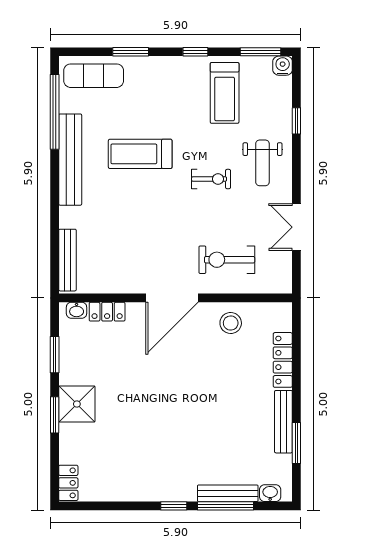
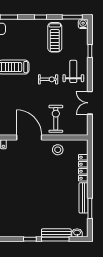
weight bench: (262, 163) -> (73, 71), turned 180
exercise bike: (227, 260) -> (56, 119), turned 90
door: (172, 298) -> (29, 137), swing flipped

